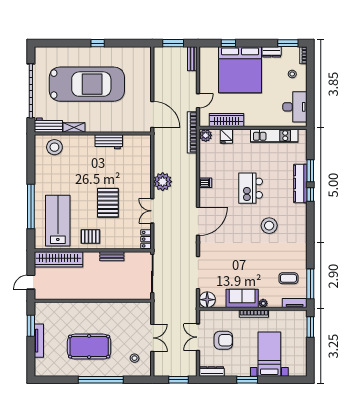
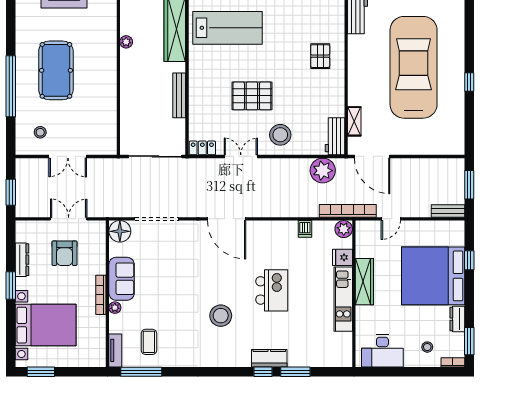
car: (87, 84) -> (414, 67), turned 180
door: (198, 101) -> (391, 219), hinge flipped
door: (152, 114) -> (372, 156), hinge flipped
wardrobe: (227, 120) -> (364, 282), moved
shelving: (74, 128) -> (354, 121), moved
kitchen unit: (274, 136) -> (343, 299), moved
workbench: (109, 142) -> (335, 136), moved
stool: (54, 147) -> (280, 135), moved
plant: (163, 182) -> (323, 171), moved
dishwasher: (205, 183) -> (305, 229), moved
kitchen counter: (300, 184) -> (269, 358), width x0.67
kitchen island: (251, 188) -> (272, 290), turned 90
pallet: (90, 236) -> (320, 56), moved
bench: (112, 256) -> (179, 95), width x1.36
plant: (68, 295) -> (126, 42), added
window: (310, 327) -> (41, 372), moved
bed with nightstands: (269, 354) -> (46, 325), width x1.36
dresser: (212, 371) -> (22, 260), moved

